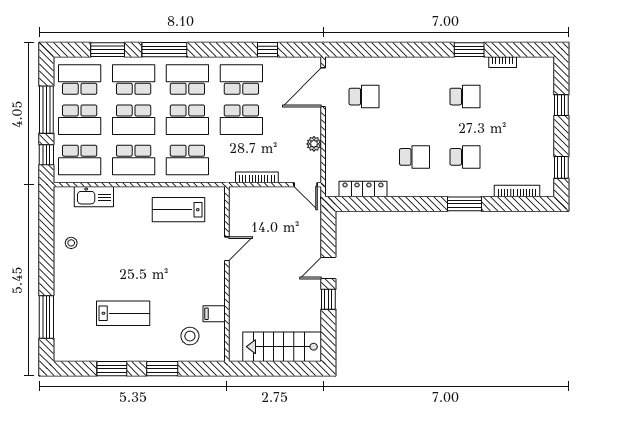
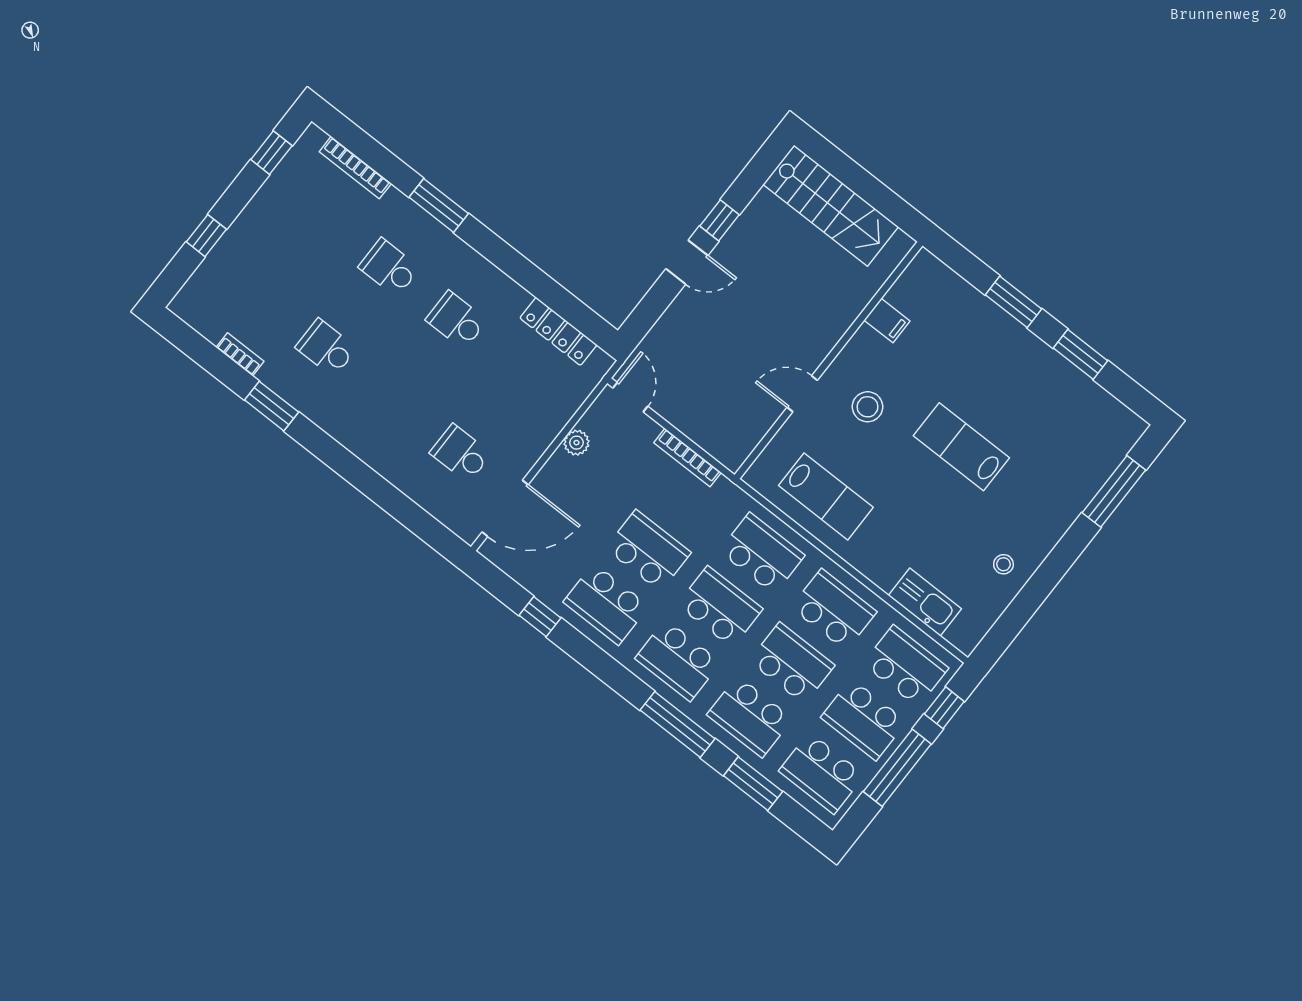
school desk: (80, 120) -> (864, 720), turned 180
lab bench: (123, 313) -> (961, 447), moved
stool: (190, 336) -> (867, 407), moved

